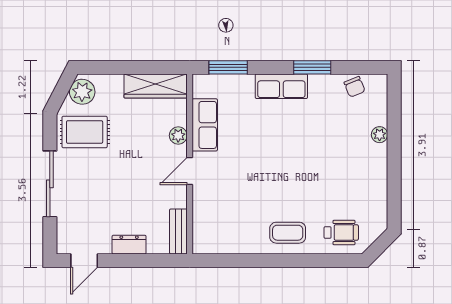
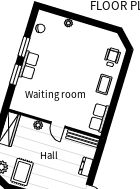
window: (228, 67) -> (16, 75), moved
row of seats: (205, 125) -> (99, 118), moved, turned -90
bench: (178, 231) -> (83, 138), width x1.36

